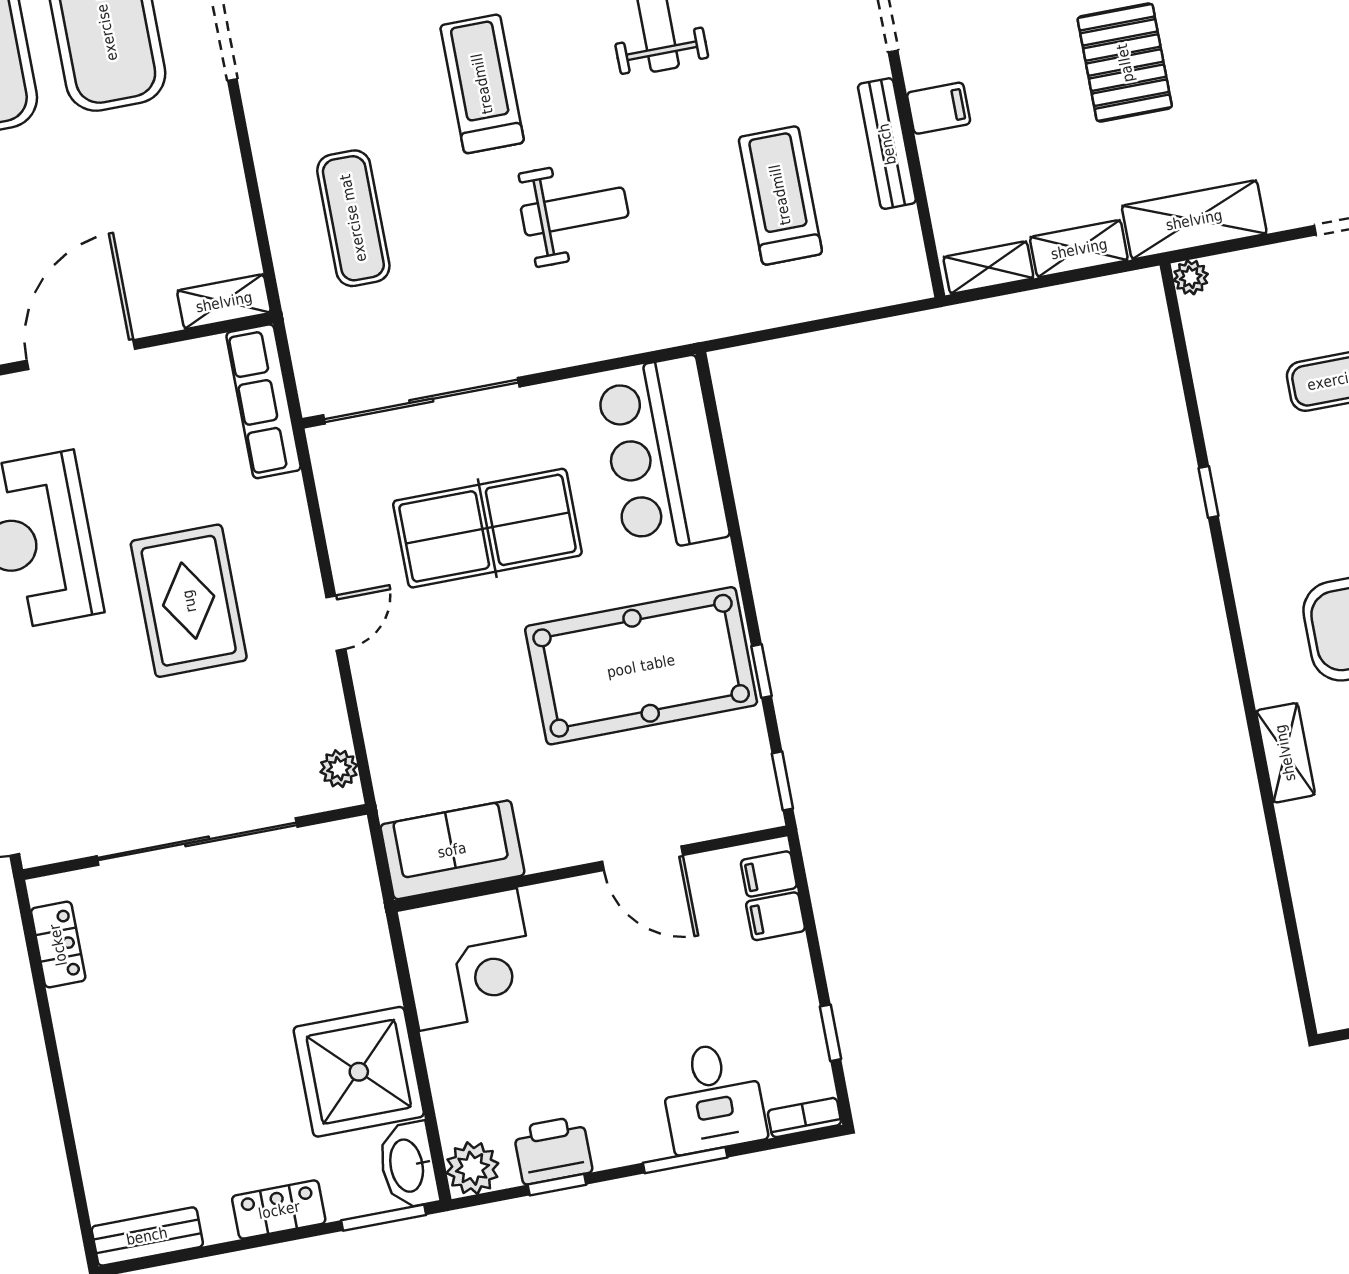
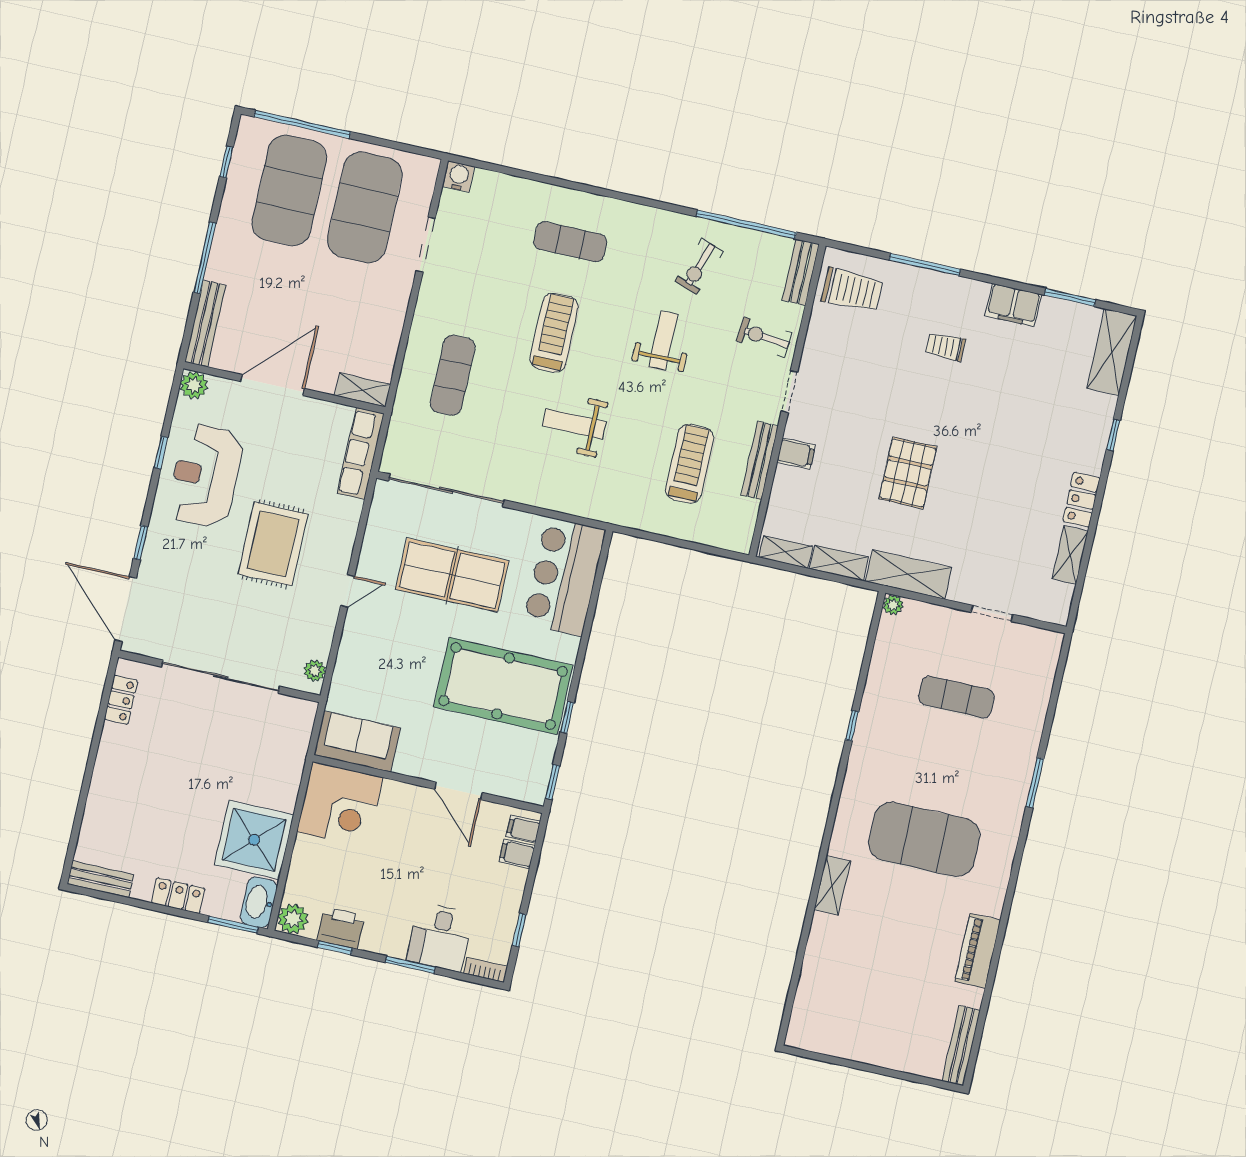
weight bench: (575, 212) -> (574, 424), turned 180

